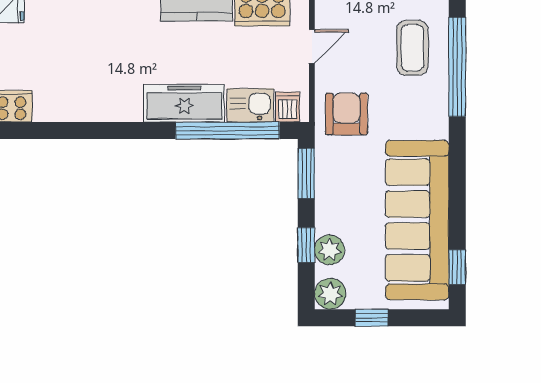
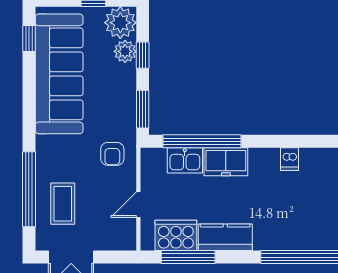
freezer: (184, 103) -> (226, 162), width x0.71
dishwasher: (288, 107) -> (290, 159), moved
armchair: (346, 114) -> (112, 154), width x0.72, depth x0.72
plant: (330, 294) -> (120, 23), width x1.36, depth x1.36

